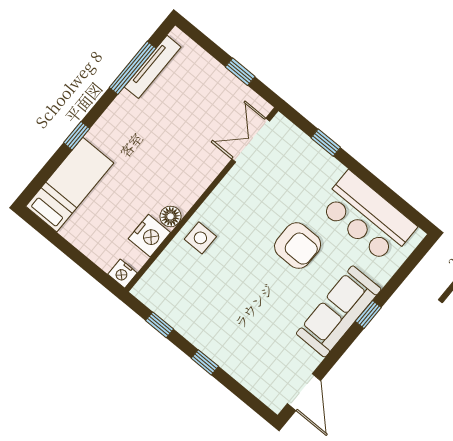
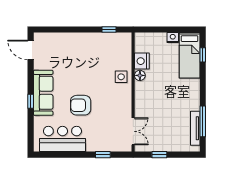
window: (77, 136) -> (203, 55), moved
nightstand: (122, 274) -> (173, 38), moved
window: (205, 362) -> (79, 29), removed

